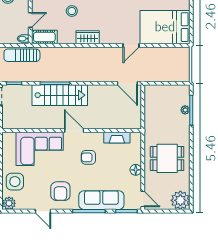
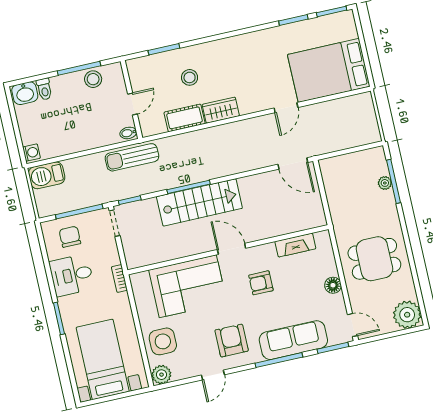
cot: (44, 37) -> (184, 118), moved
armchair: (60, 191) -> (232, 341), turned 180
door: (43, 211) -> (213, 375), hinge flipped

